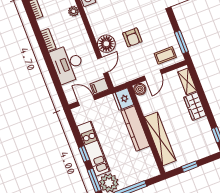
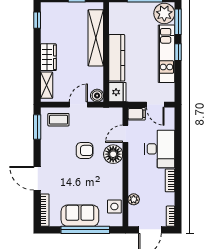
armchair: (132, 37) -> (85, 150), turned 90

